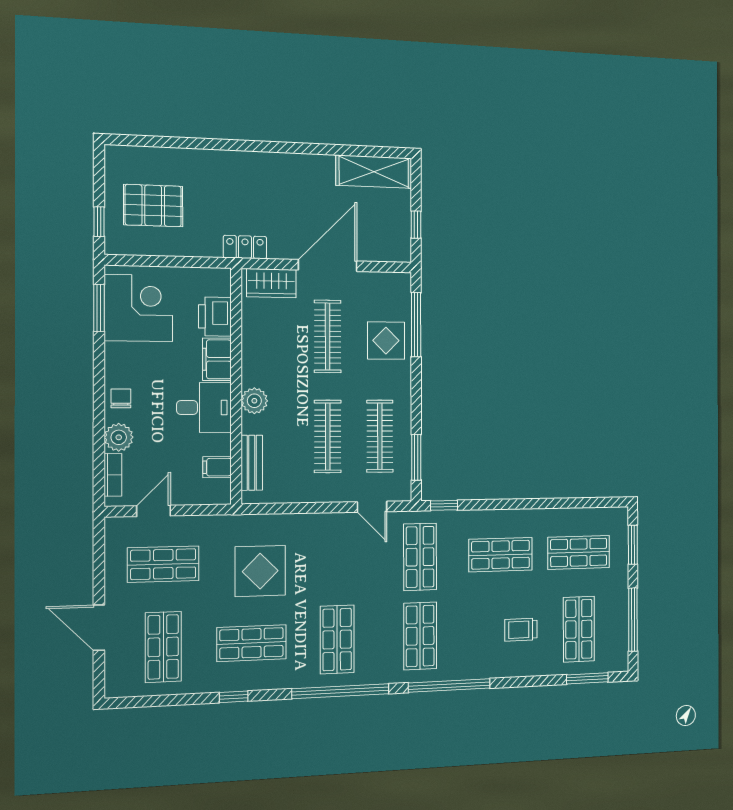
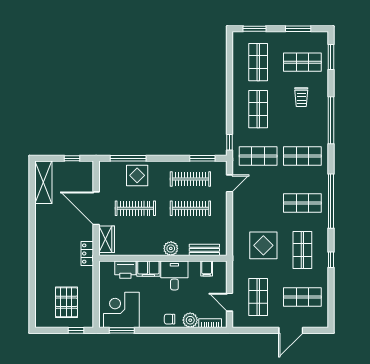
window: (633, 620) -> (298, 29), width x0.69
window: (449, 686) -> (331, 120), moved

